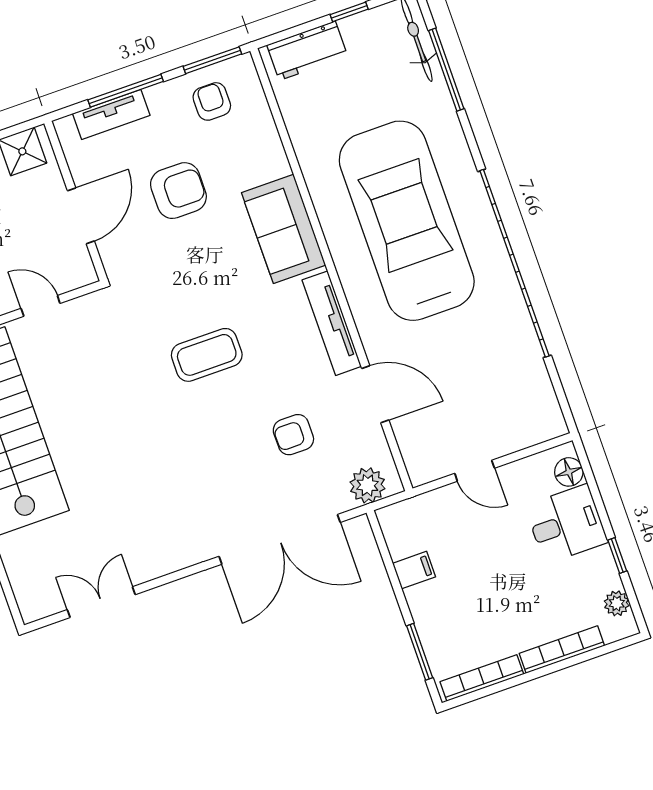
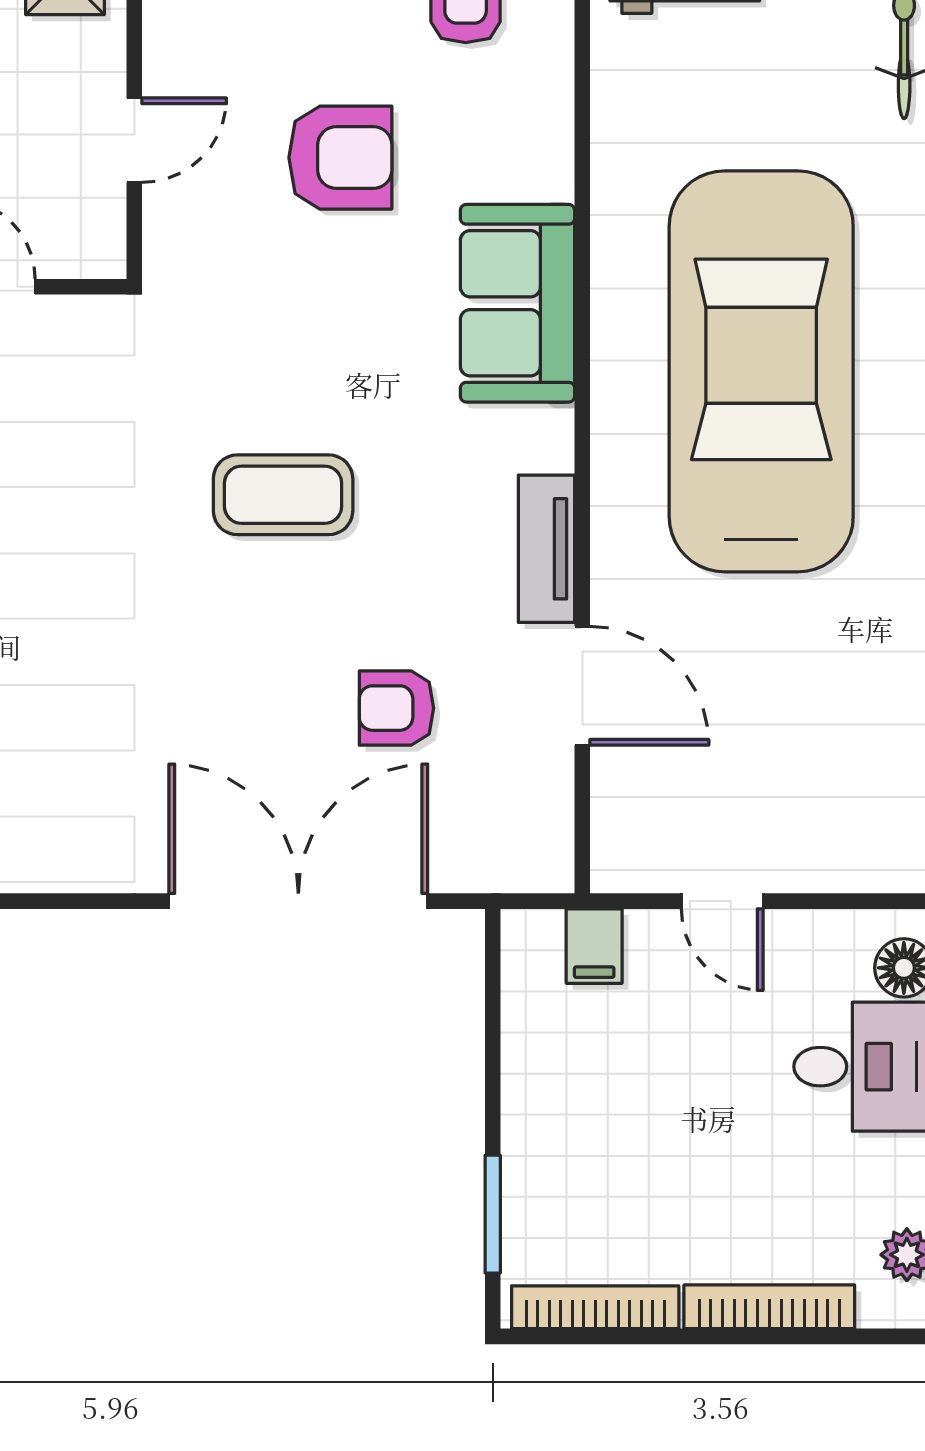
door: (81, 216) -> (134, 140), width x0.73
tv unit: (332, 323) -> (546, 549), width x0.71
plant: (367, 485) -> (505, 857), removed
double door: (280, 539) -> (298, 901), swing flipped
filing cabinet: (414, 570) -> (594, 946), moved, turned 90

